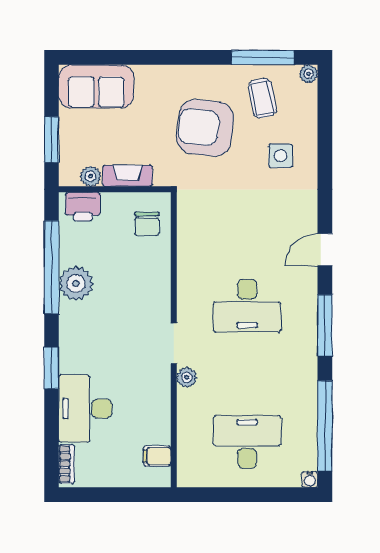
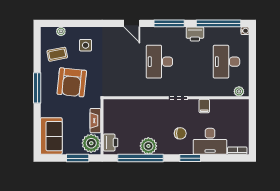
window: (263, 57) -> (37, 88), moved
plant: (309, 74) -> (61, 31), moved
plant: (91, 176) -> (91, 143), width x1.87, depth x1.87
chair: (147, 224) -> (180, 133), moved
desk: (247, 306) -> (159, 62), turned 180
plant: (187, 377) -> (239, 91), moved
printer: (303, 378) -> (195, 34), added
filing cabinet: (157, 456) -> (204, 106), moved

